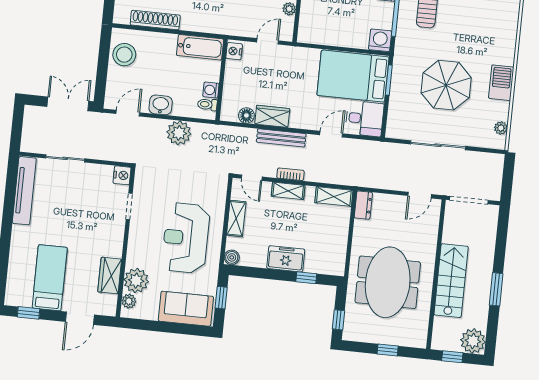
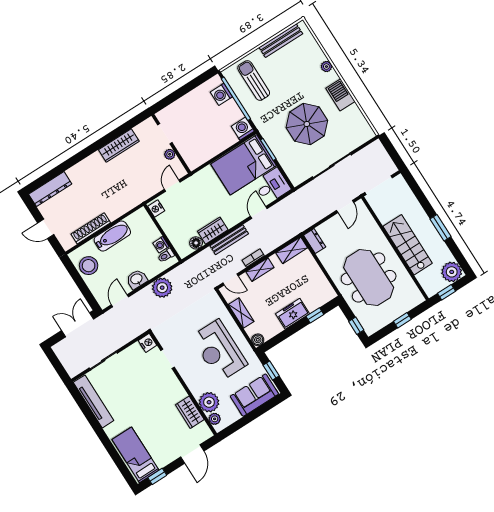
bathtub: (200, 47) -> (112, 236), moved
plant: (501, 128) -> (326, 67), moved
bed: (50, 278) -> (135, 455), moved

